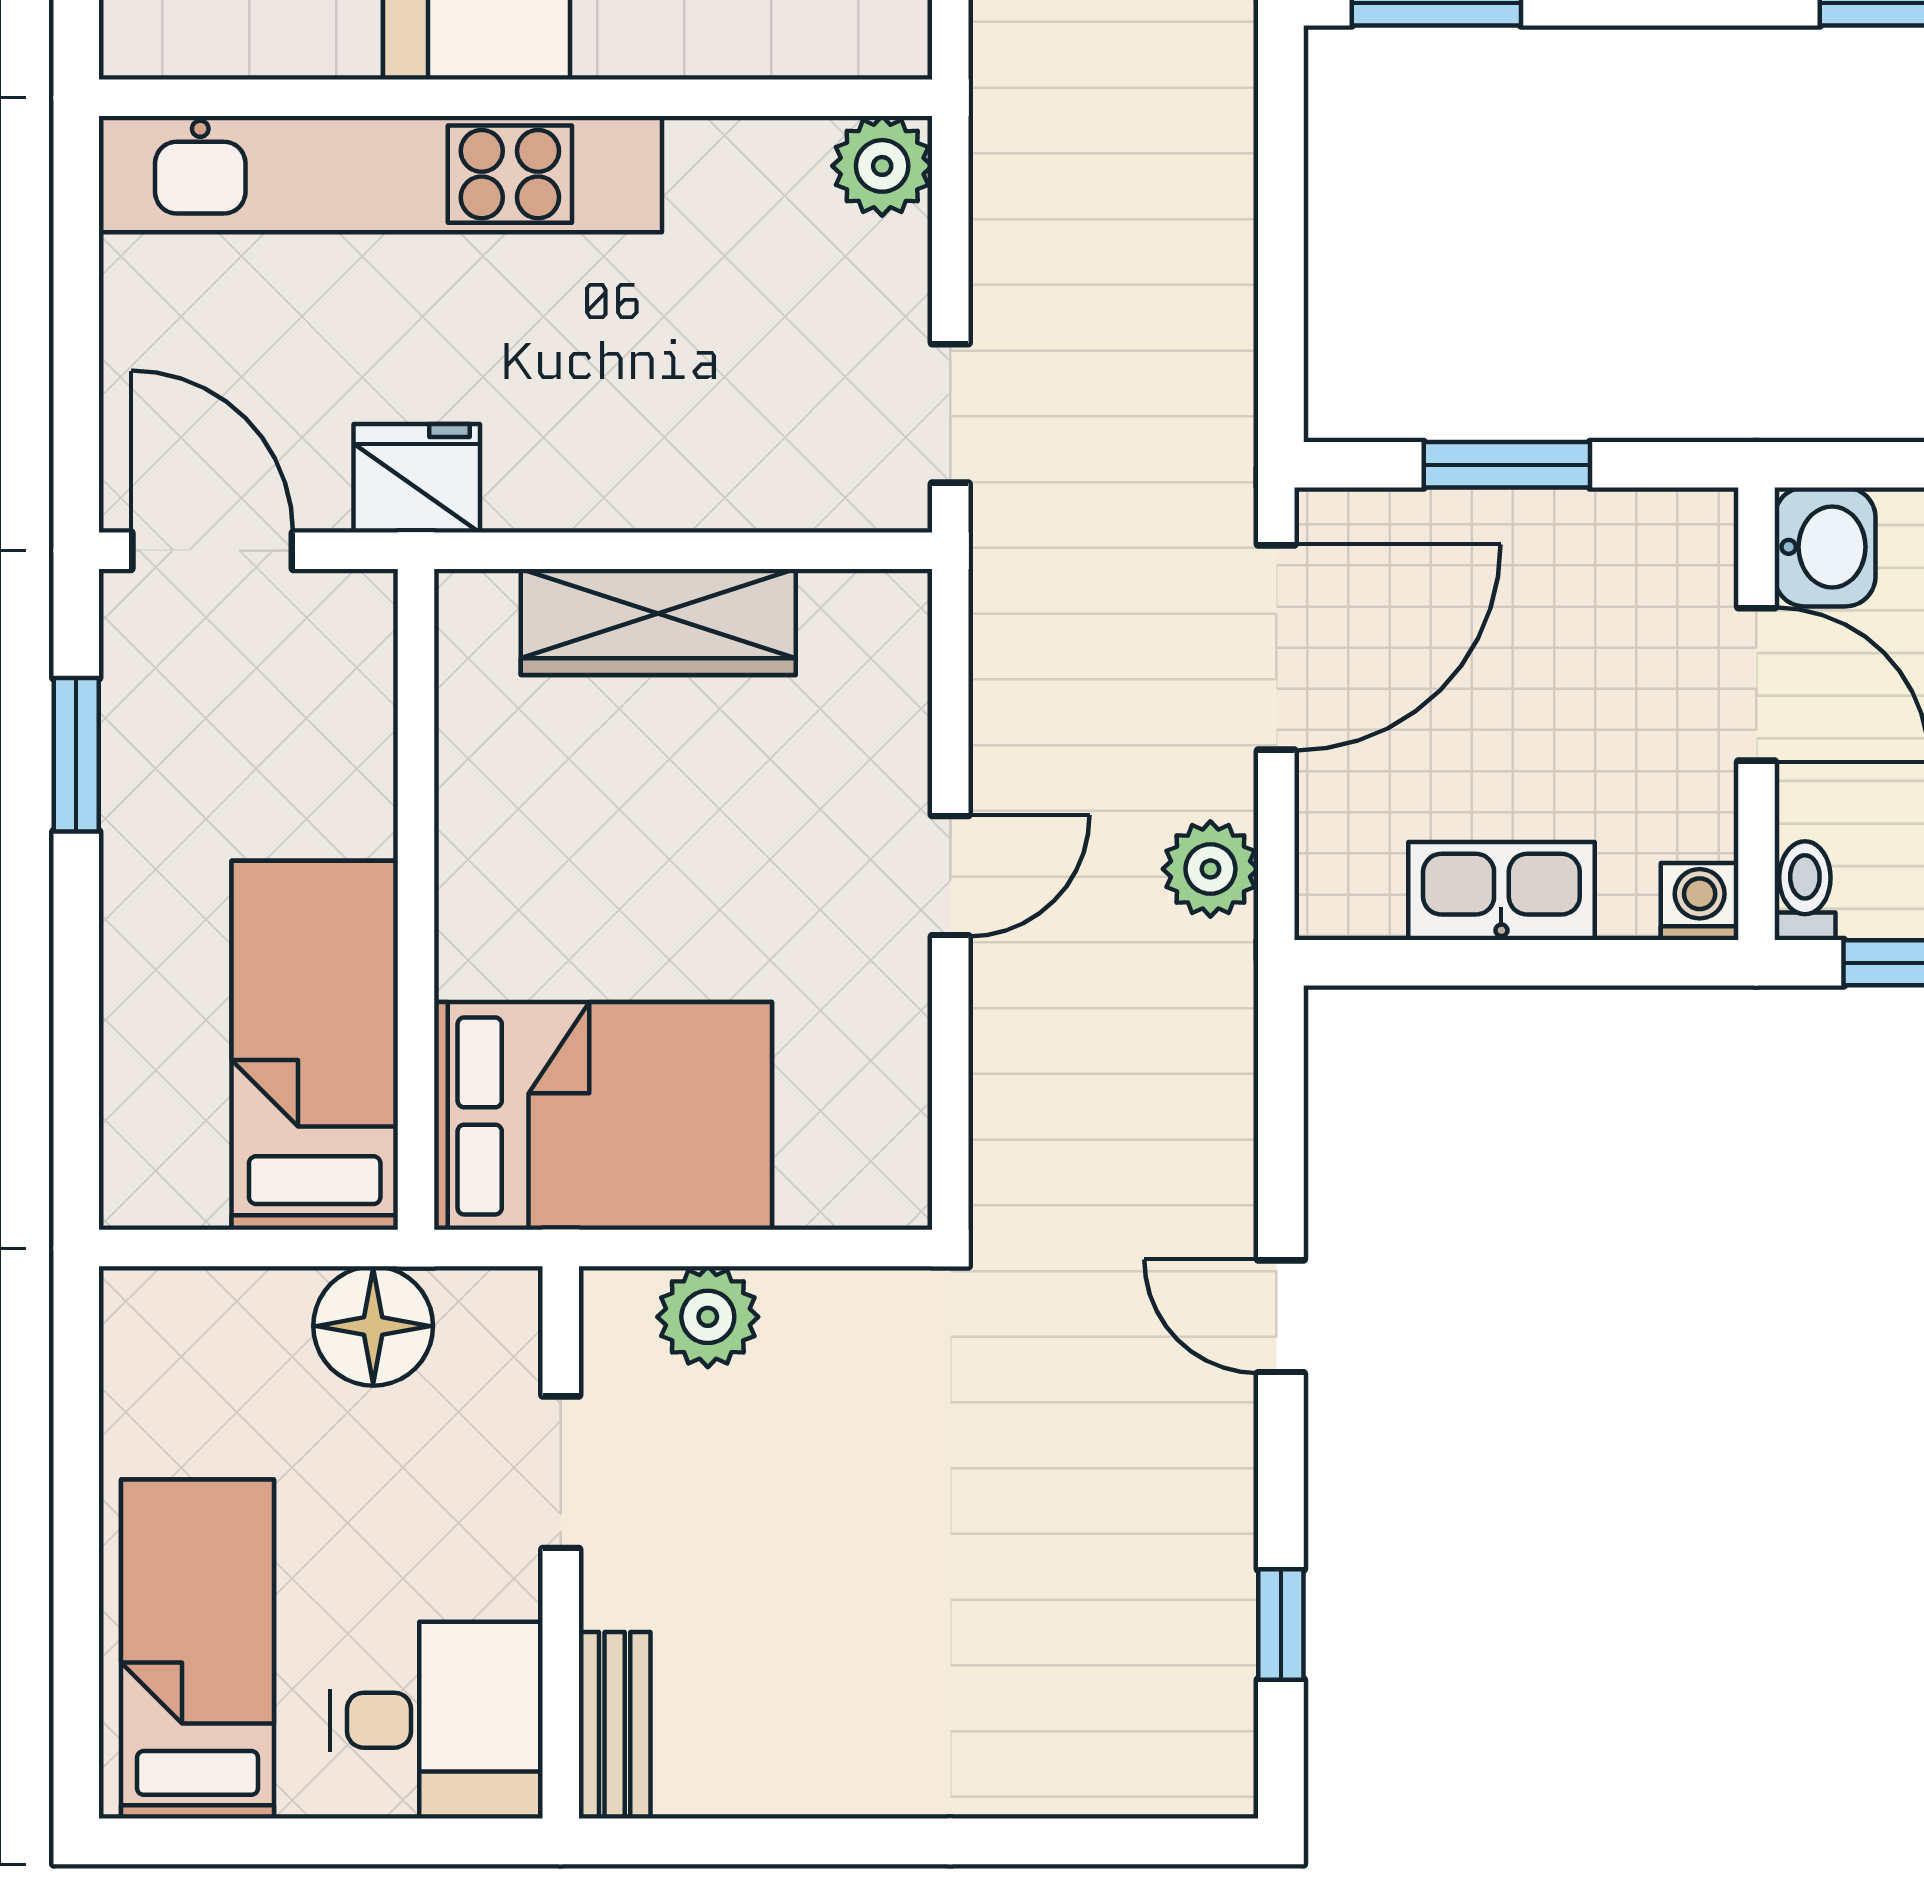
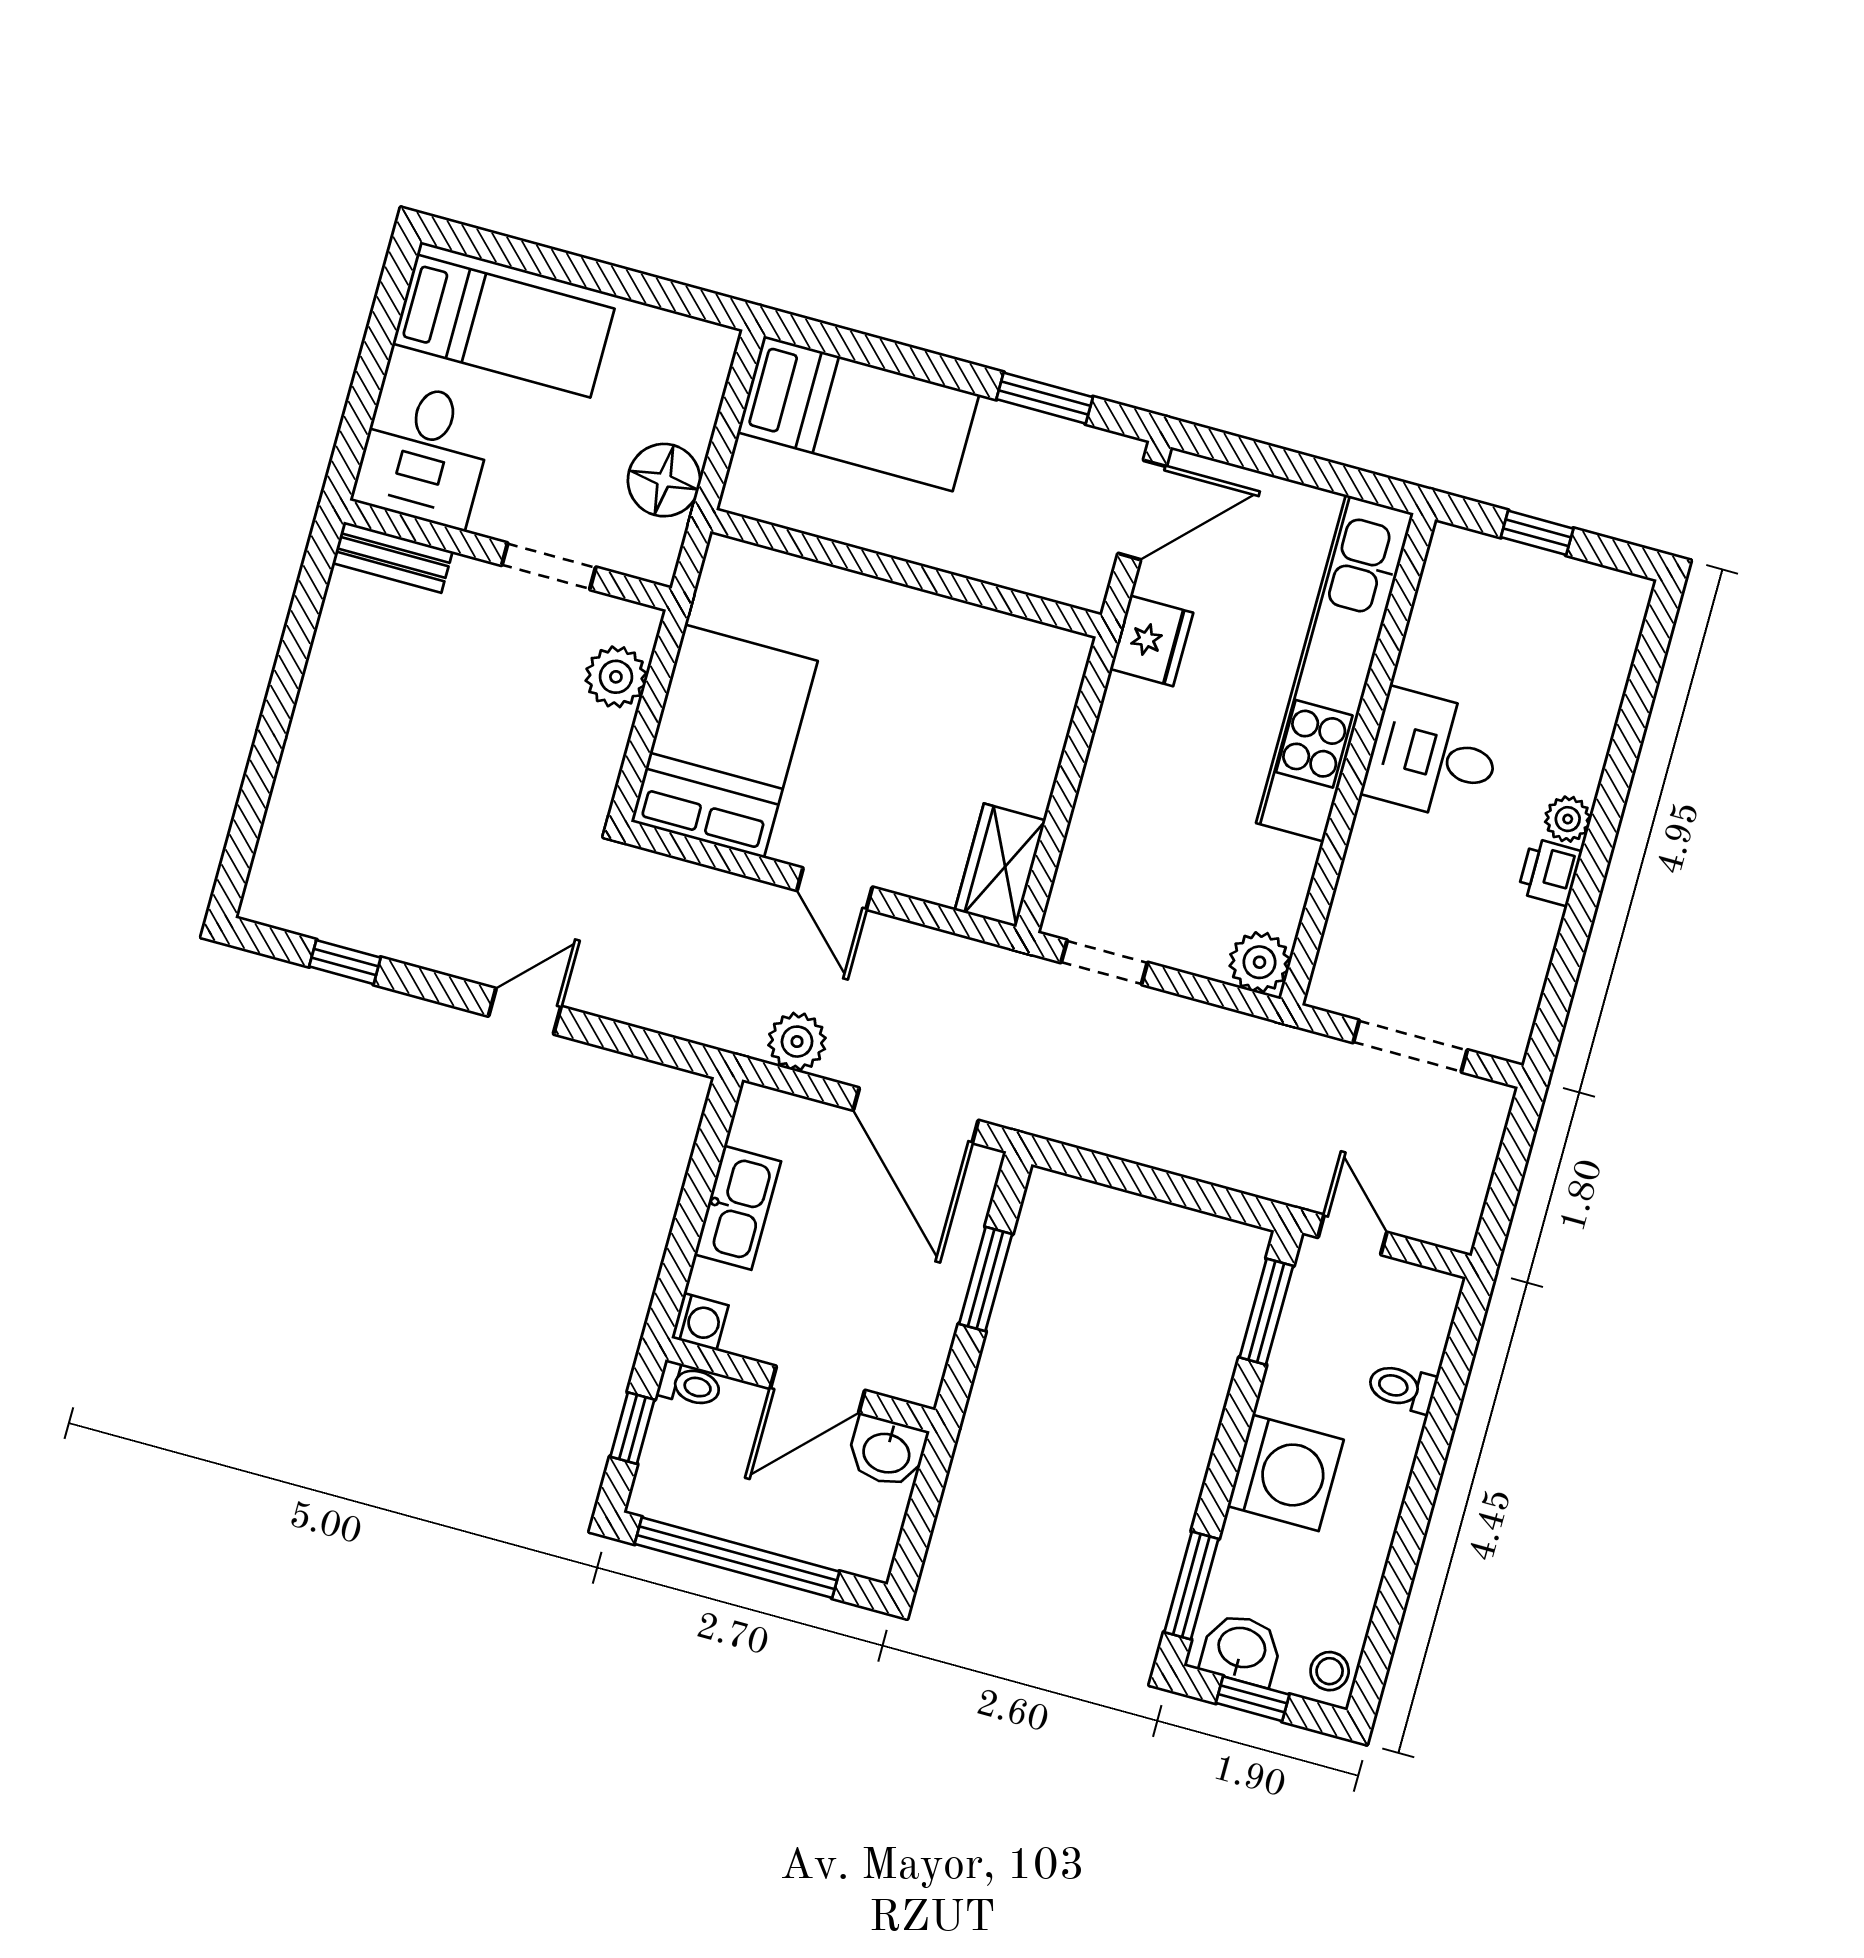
wardrobe: (658, 622) -> (1000, 865), moved, width x0.67
bed: (315, 1045) -> (858, 413), moved
bed: (603, 1116) -> (724, 741), moved, turned 180

